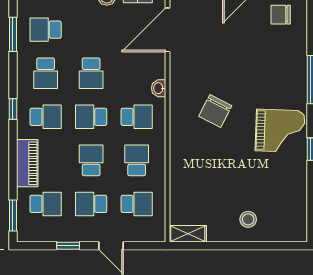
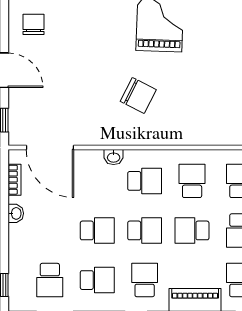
chair: (281, 15) -> (33, 24), turned 180
school desk: (91, 117) -> (145, 230), turned -90
school desk: (137, 117) -> (145, 181), turned 90
school desk: (137, 160) -> (192, 181), turned 90

